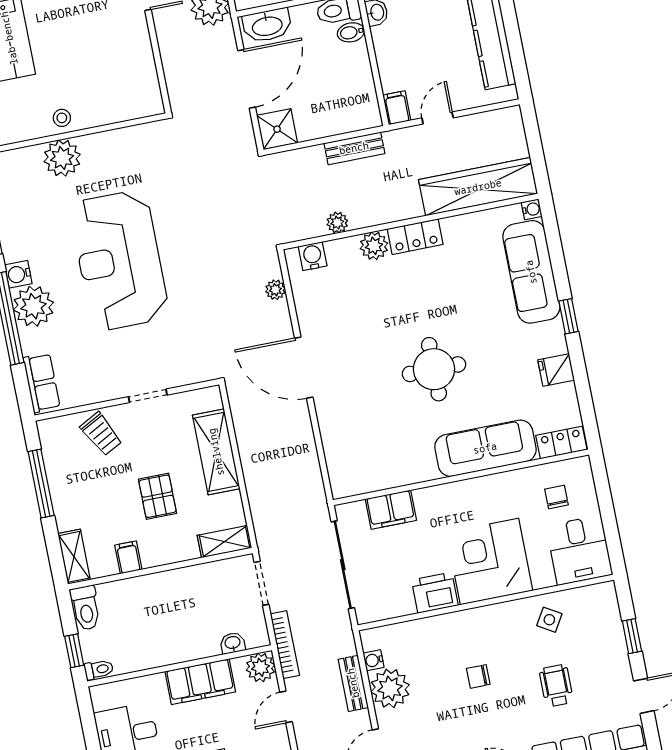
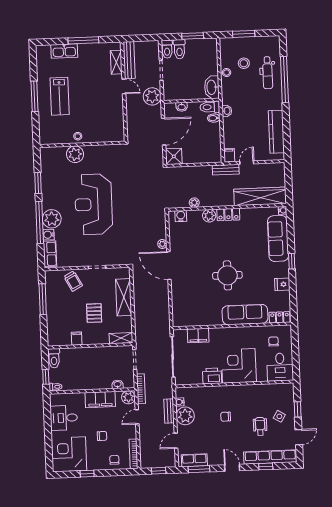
washbasin: (267, 25) -> (182, 107), width x0.52, depth x0.69
bench: (354, 148) -> (226, 170), moved
water cooler: (18, 274) -> (48, 235), moved
plant: (275, 290) -> (162, 244), moved
shelving: (74, 557) -> (52, 334), removed
side table: (549, 620) -> (279, 416), moved

